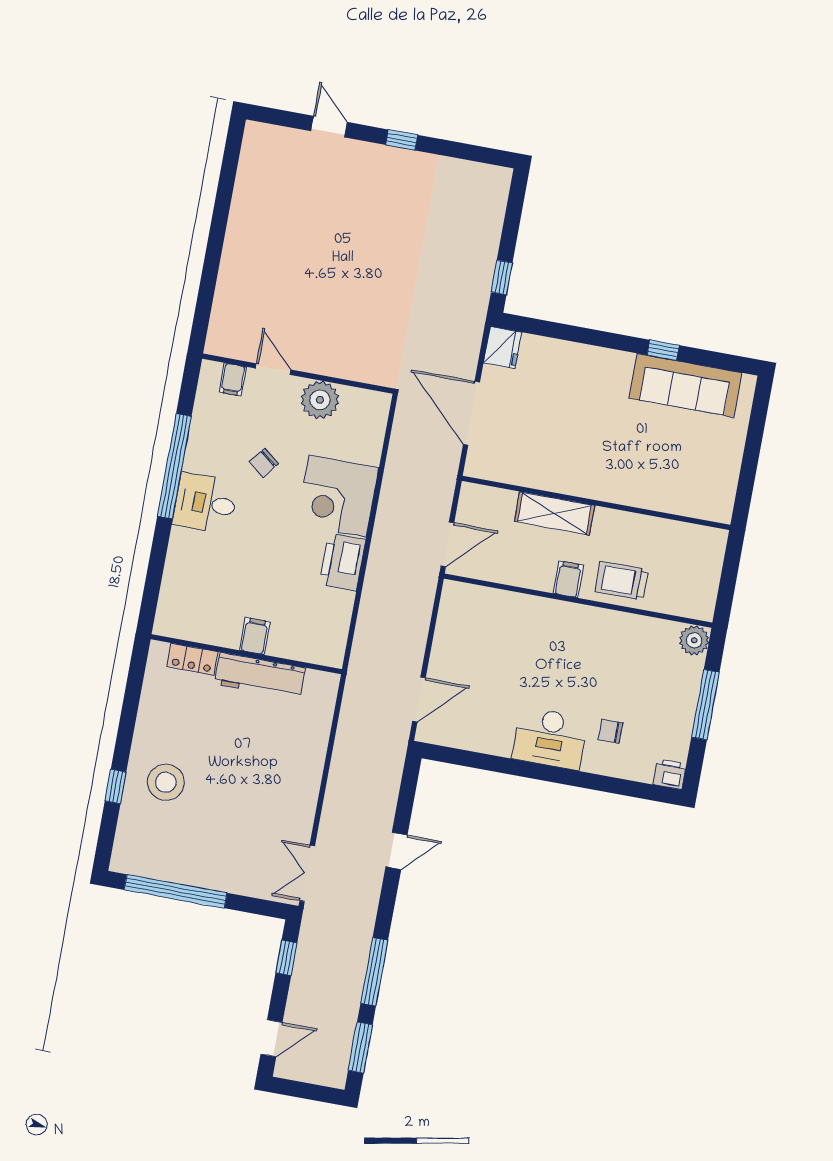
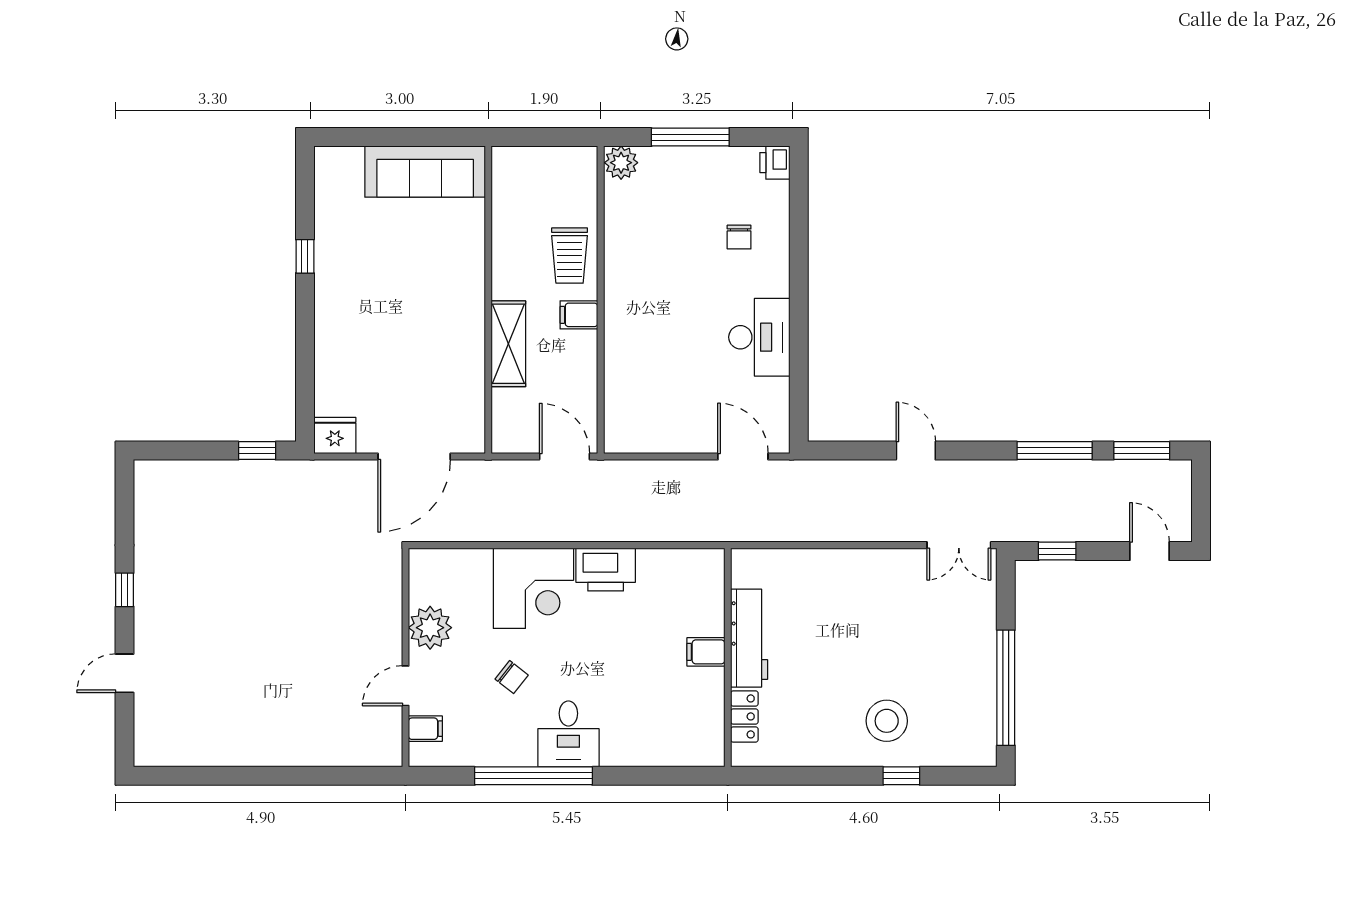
sofa: (685, 385) -> (425, 172), moved, turned 90
desk: (550, 738) -> (759, 337), moved

